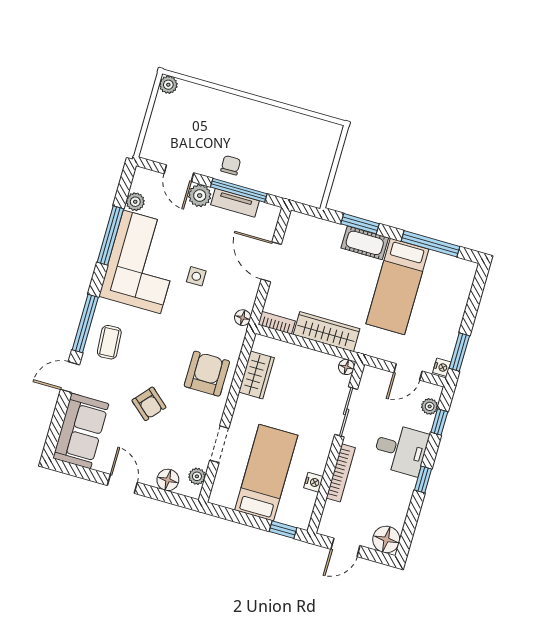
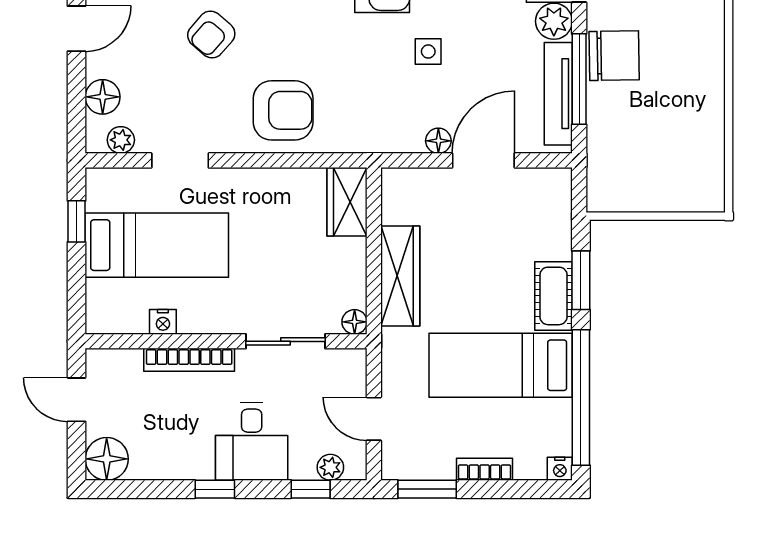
chair: (231, 165) -> (614, 56), width x1.87, depth x1.87
tv unit: (235, 203) -> (558, 94), width x1.41
window: (431, 244) -> (581, 398), width x1.46
floor lamp: (243, 318) -> (438, 141), moved
bookcase: (277, 323) -> (485, 469), moved, turned -90
nightstand: (442, 367) -> (560, 469), moved
wardrobe: (257, 375) -> (347, 202), moved, turned 90
window: (283, 530) -> (77, 221), moved

